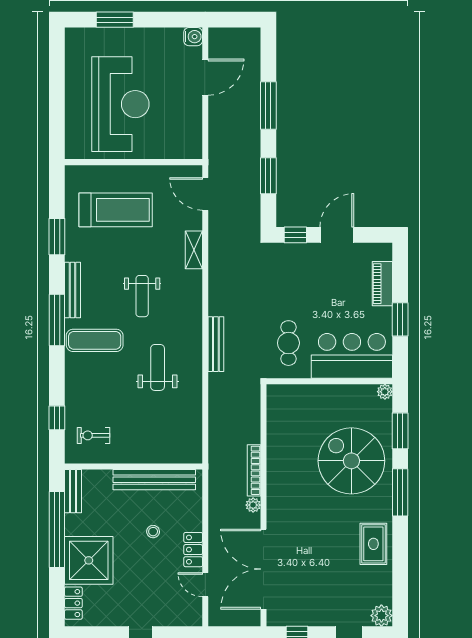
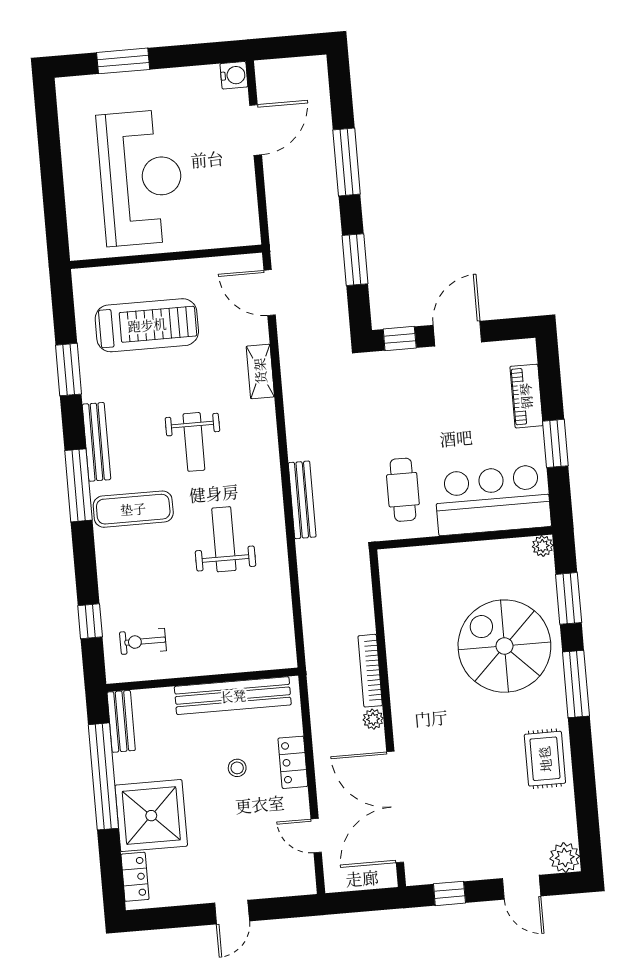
locker: (193, 550) -> (293, 762), moved

